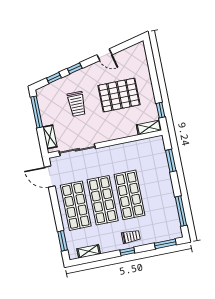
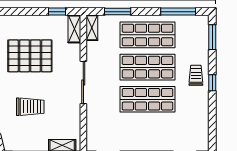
pallet: (119, 95) -> (30, 56), turned 90
sliding door: (77, 150) -> (83, 82), moved
shop shelf: (76, 206) -> (147, 35), moved
shelving: (89, 251) -> (92, 28), moved

